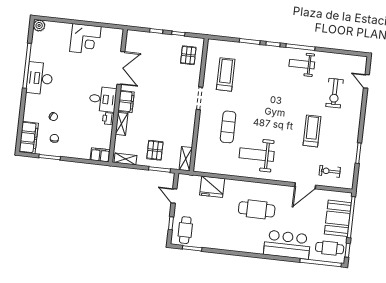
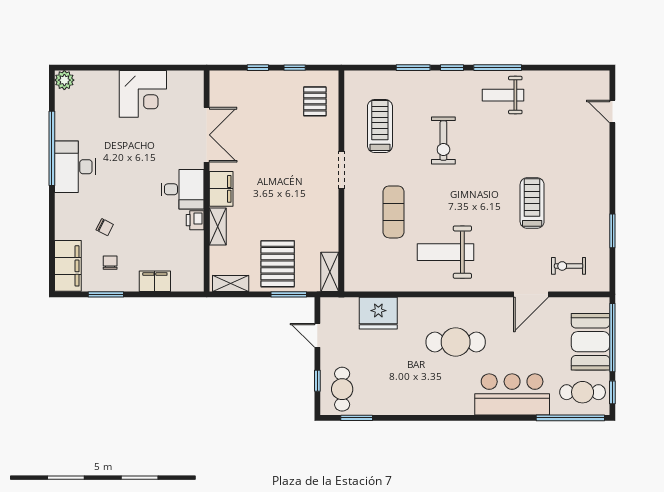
exercise bike: (335, 93) -> (443, 141), moved
pallet: (155, 150) -> (278, 264), width x1.50, depth x1.42
filing cabinet: (100, 155) -> (155, 281), moved

